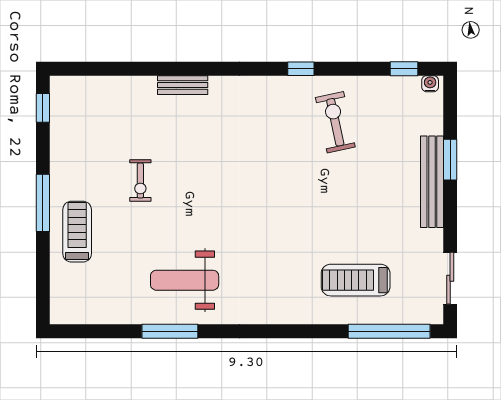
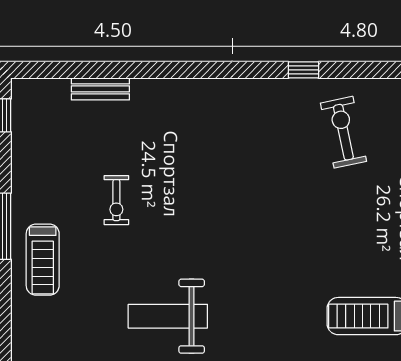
bench: (183, 85) -> (100, 89), moved
treadmill: (77, 232) -> (43, 260), turned 180

